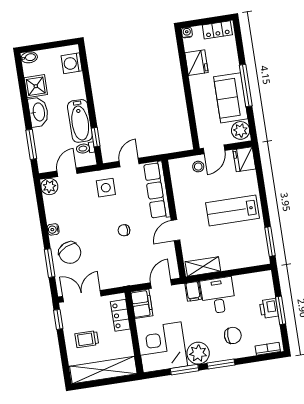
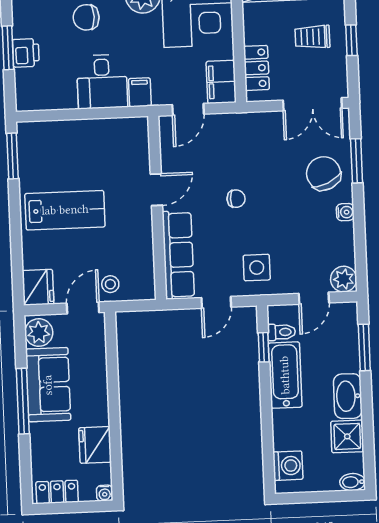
shelving: (203, 267) -> (120, 129), removed
window: (58, 319) -> (351, 40), moved
trolley: (87, 339) -> (312, 37), turned 180

